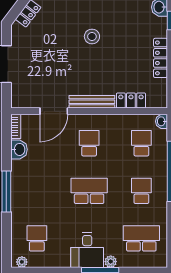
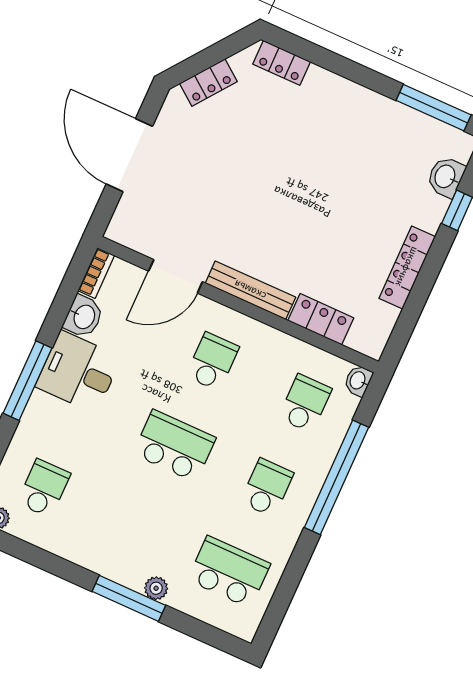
stool: (92, 37) -> (303, 175), removed
desk: (87, 250) -> (78, 372), moved, turned 90

